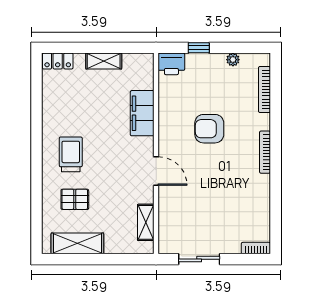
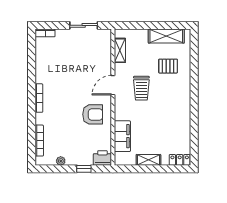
filing cabinet: (142, 113) -> (122, 136), moved
armchair: (209, 129) -> (93, 114), moved
trolley: (71, 154) -> (141, 88), moved
door: (156, 171) -> (113, 85), hinge flipped

